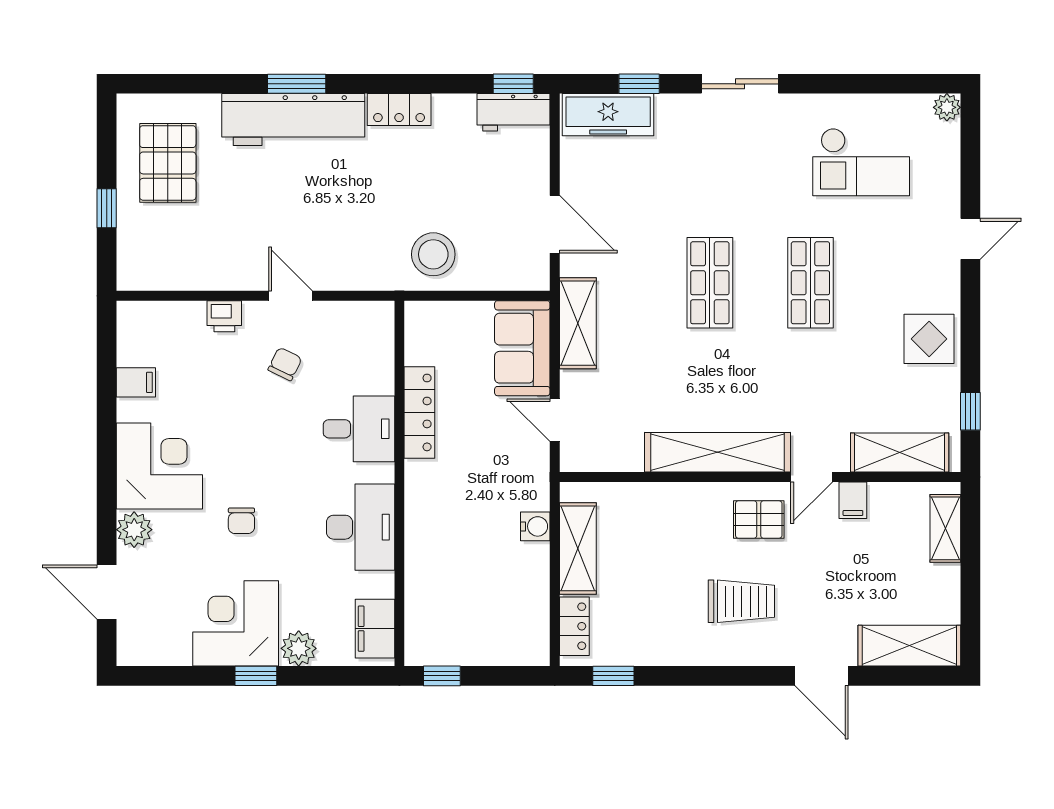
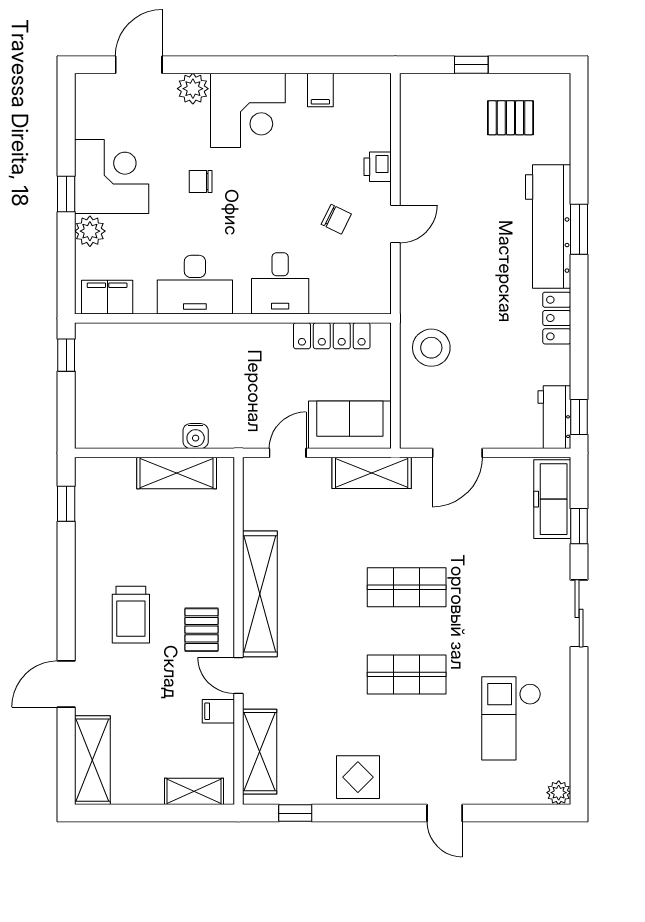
pallet: (168, 163) -> (510, 118), width x0.67, depth x0.71
locker: (419, 412) -> (332, 336), moved
locker: (574, 626) -> (109, 470), removed

